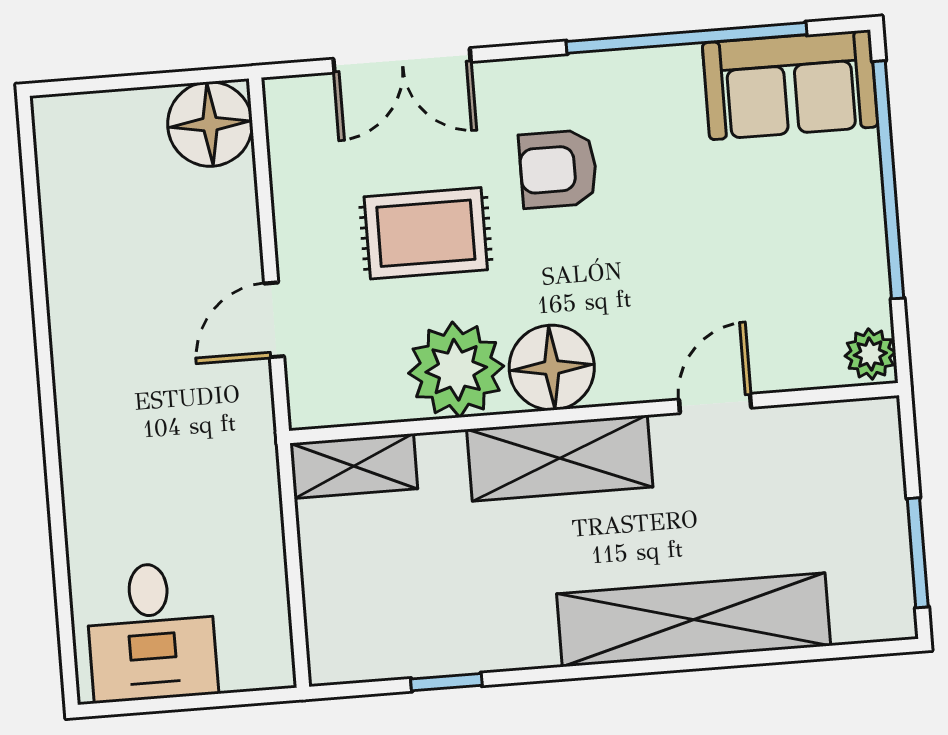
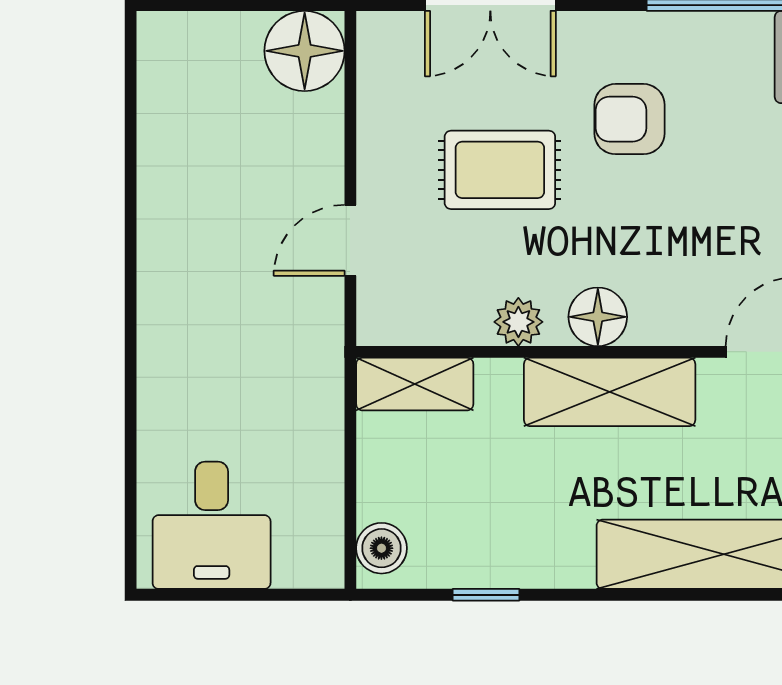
floor lamp: (552, 368) -> (598, 317), width x0.73, depth x0.73
plant: (456, 370) -> (518, 322), width x0.53, depth x0.53
boiler: (332, 642) -> (381, 548), added

